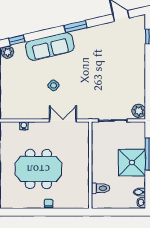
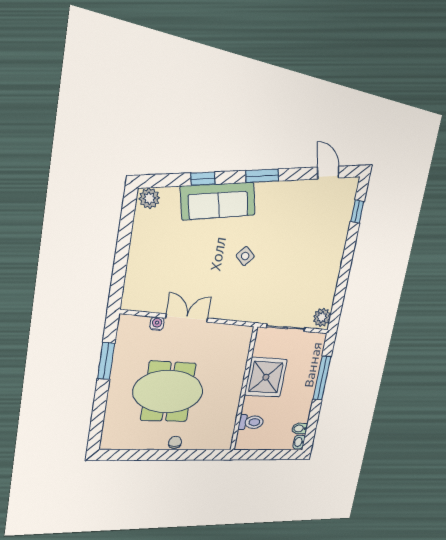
window: (17, 40) -> (203, 179), moved
side table: (53, 85) -> (245, 256), moved
double door: (63, 121) -> (187, 318), moved
shower: (132, 162) -> (266, 377), moved

